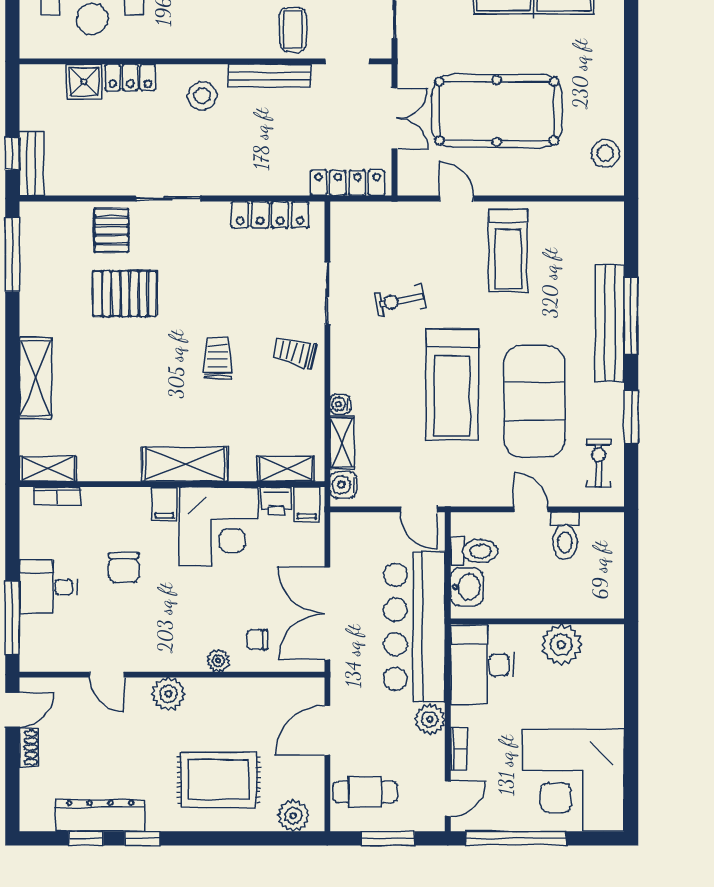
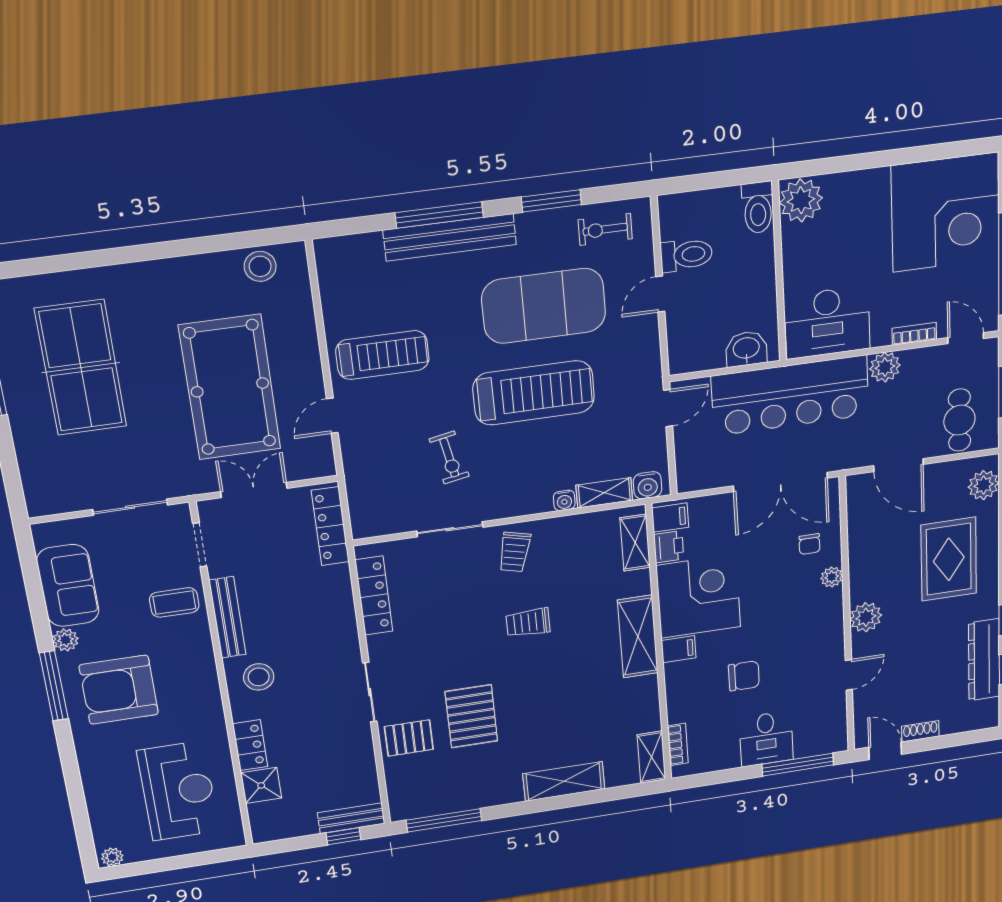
toilet: (474, 551) -> (758, 208), moved, turned 180
plant: (561, 645) -> (801, 200), moved

